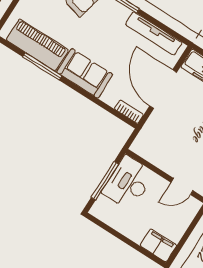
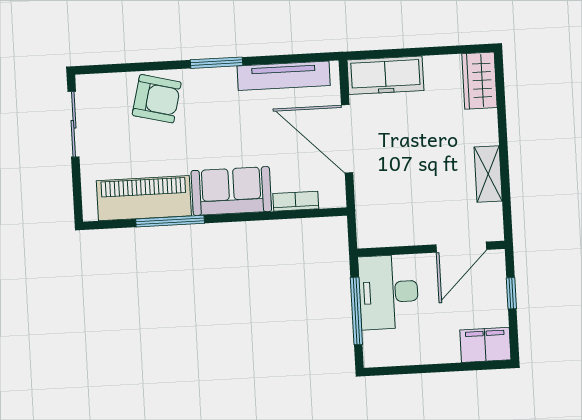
bookcase: (129, 112) -> (296, 201), moved
door: (182, 186) -> (461, 247), width x1.38
window: (191, 229) -> (511, 293), added

